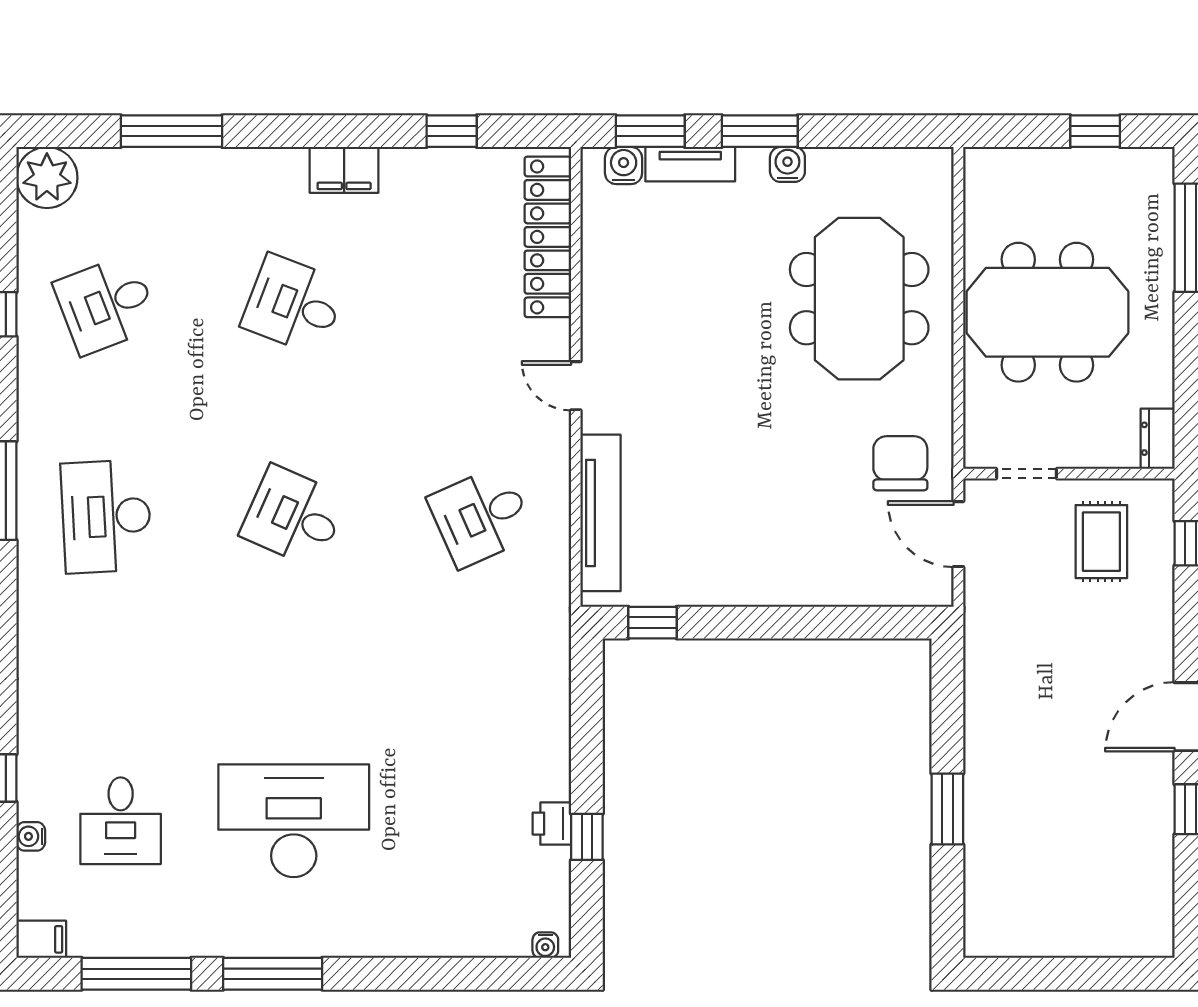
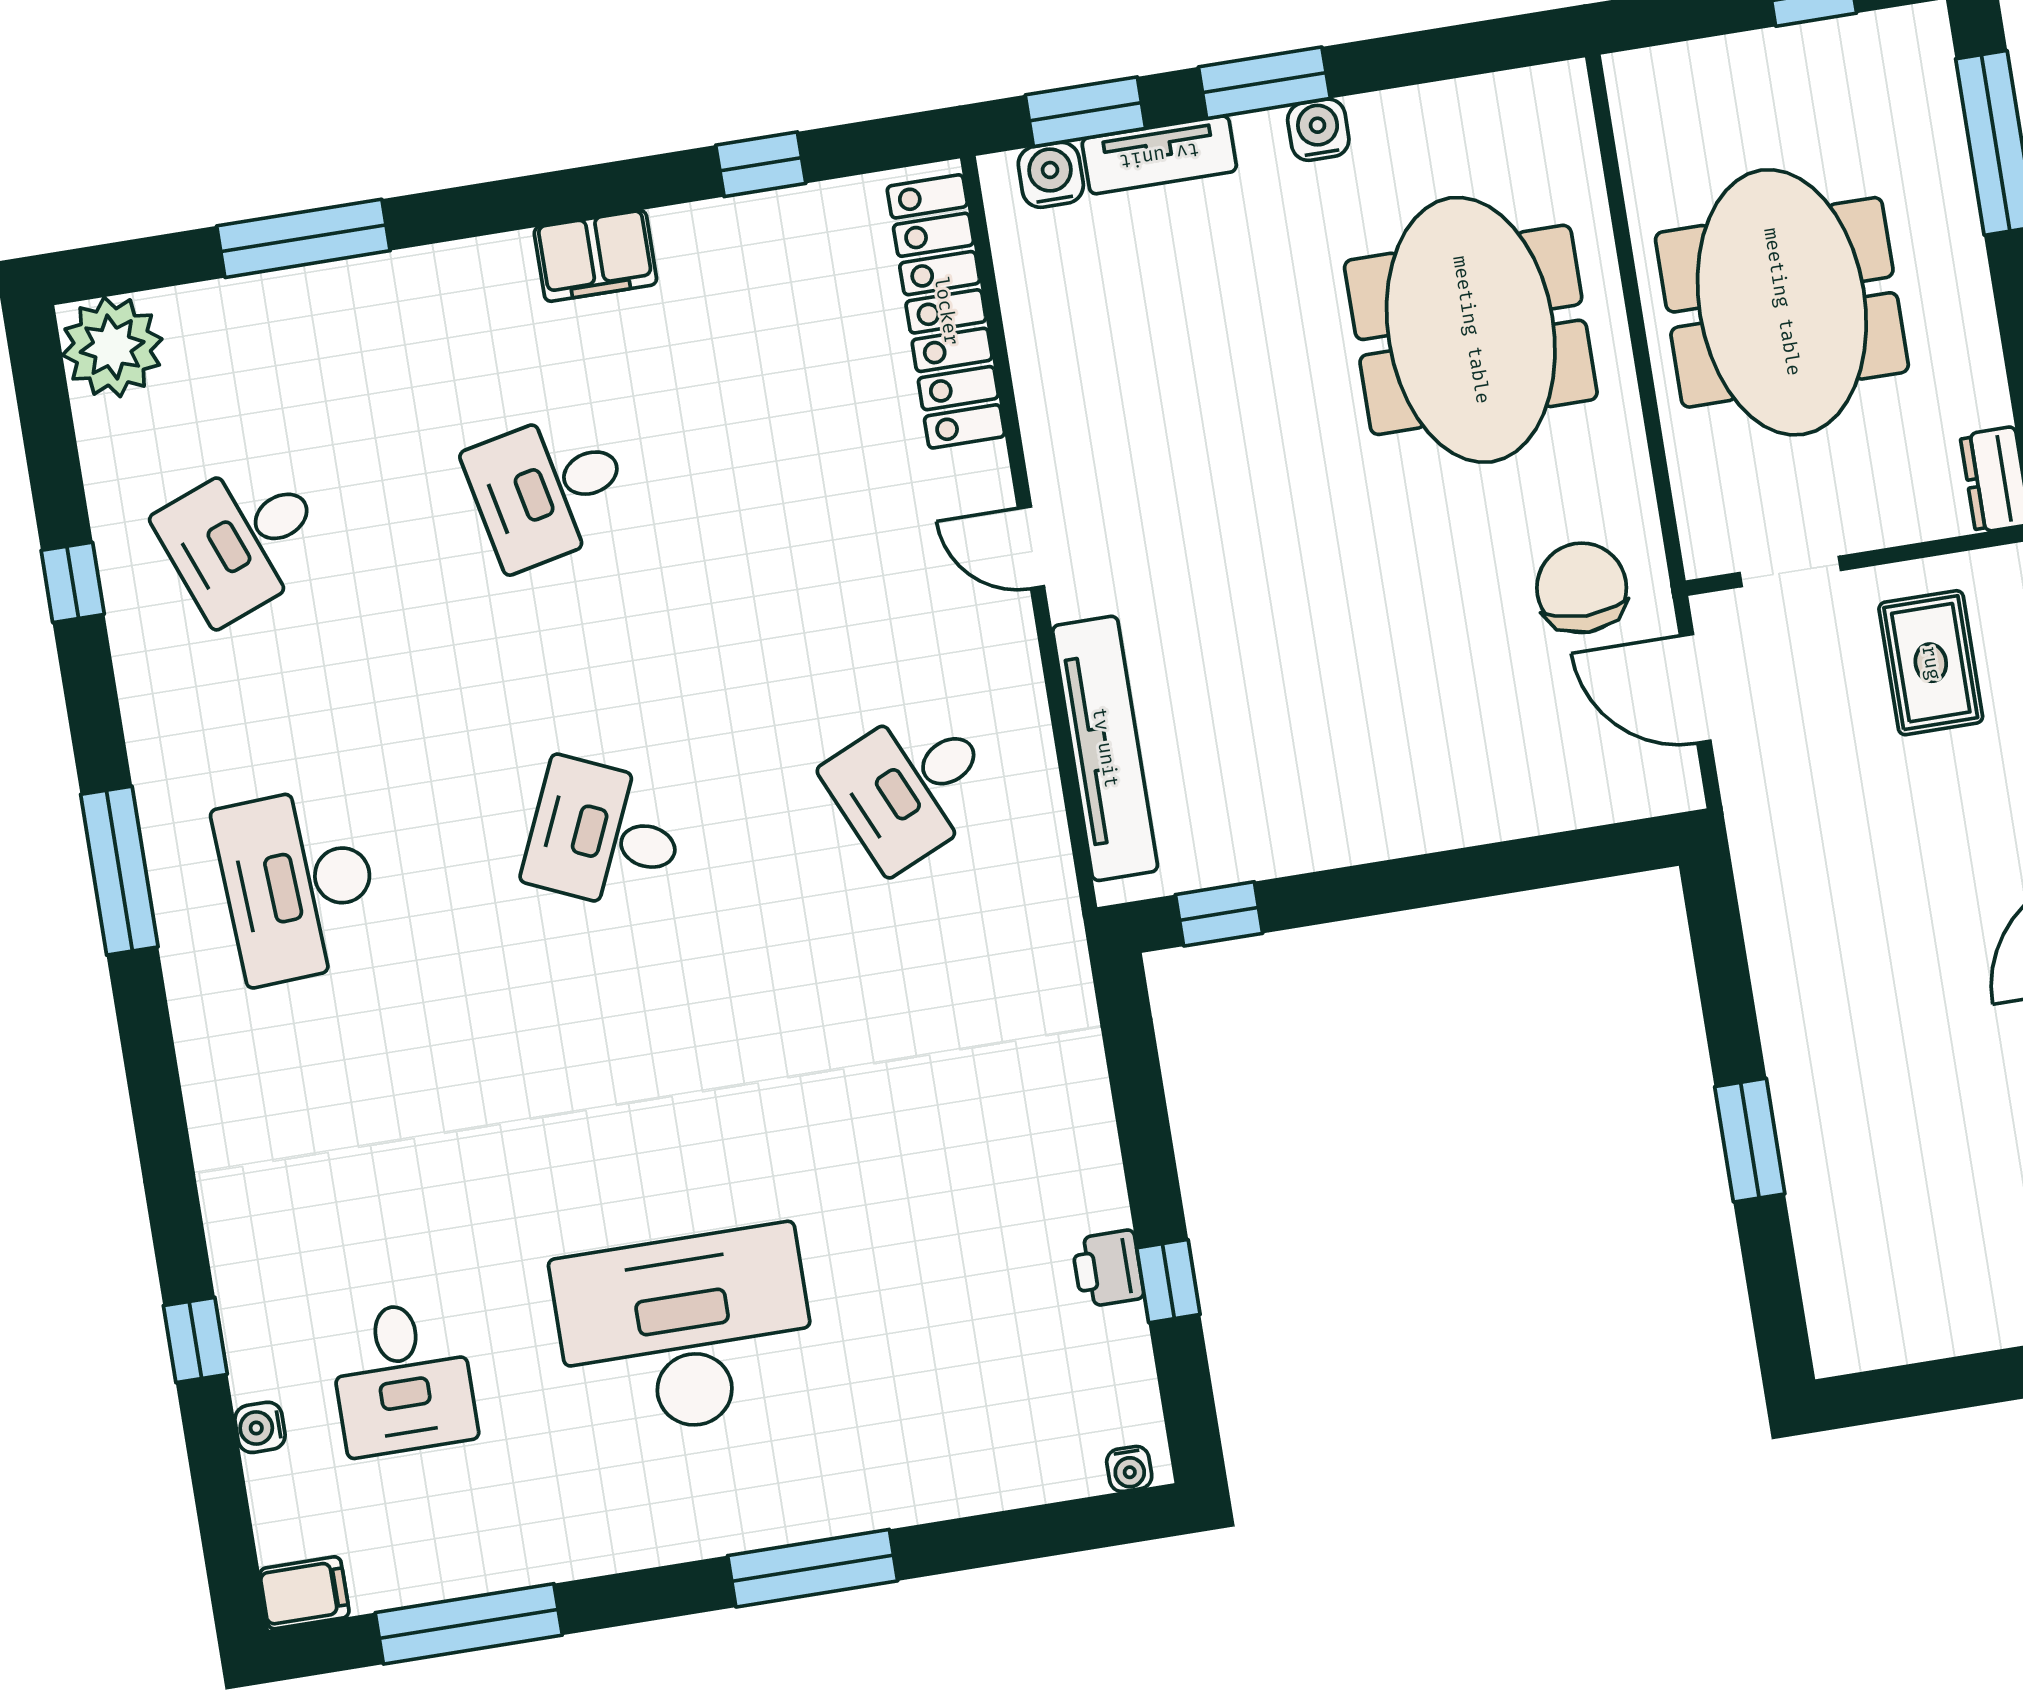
desk: (294, 305) -> (549, 489), turned -33
meeting table: (1047, 312) -> (1782, 302), turned 90
window: (273, 974) -> (813, 1568), moved

